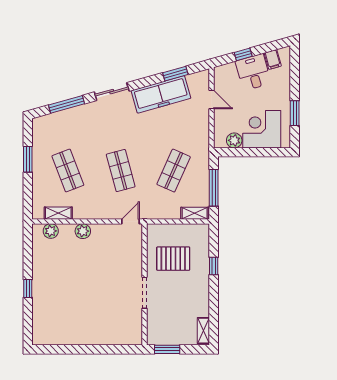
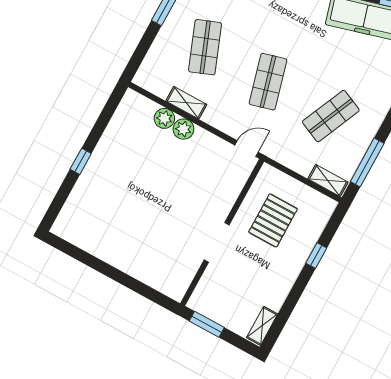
shelving: (58, 213) -> (186, 103), moved
plant: (51, 231) -> (164, 118), moved
pallet: (173, 259) -> (273, 220), turned 90

